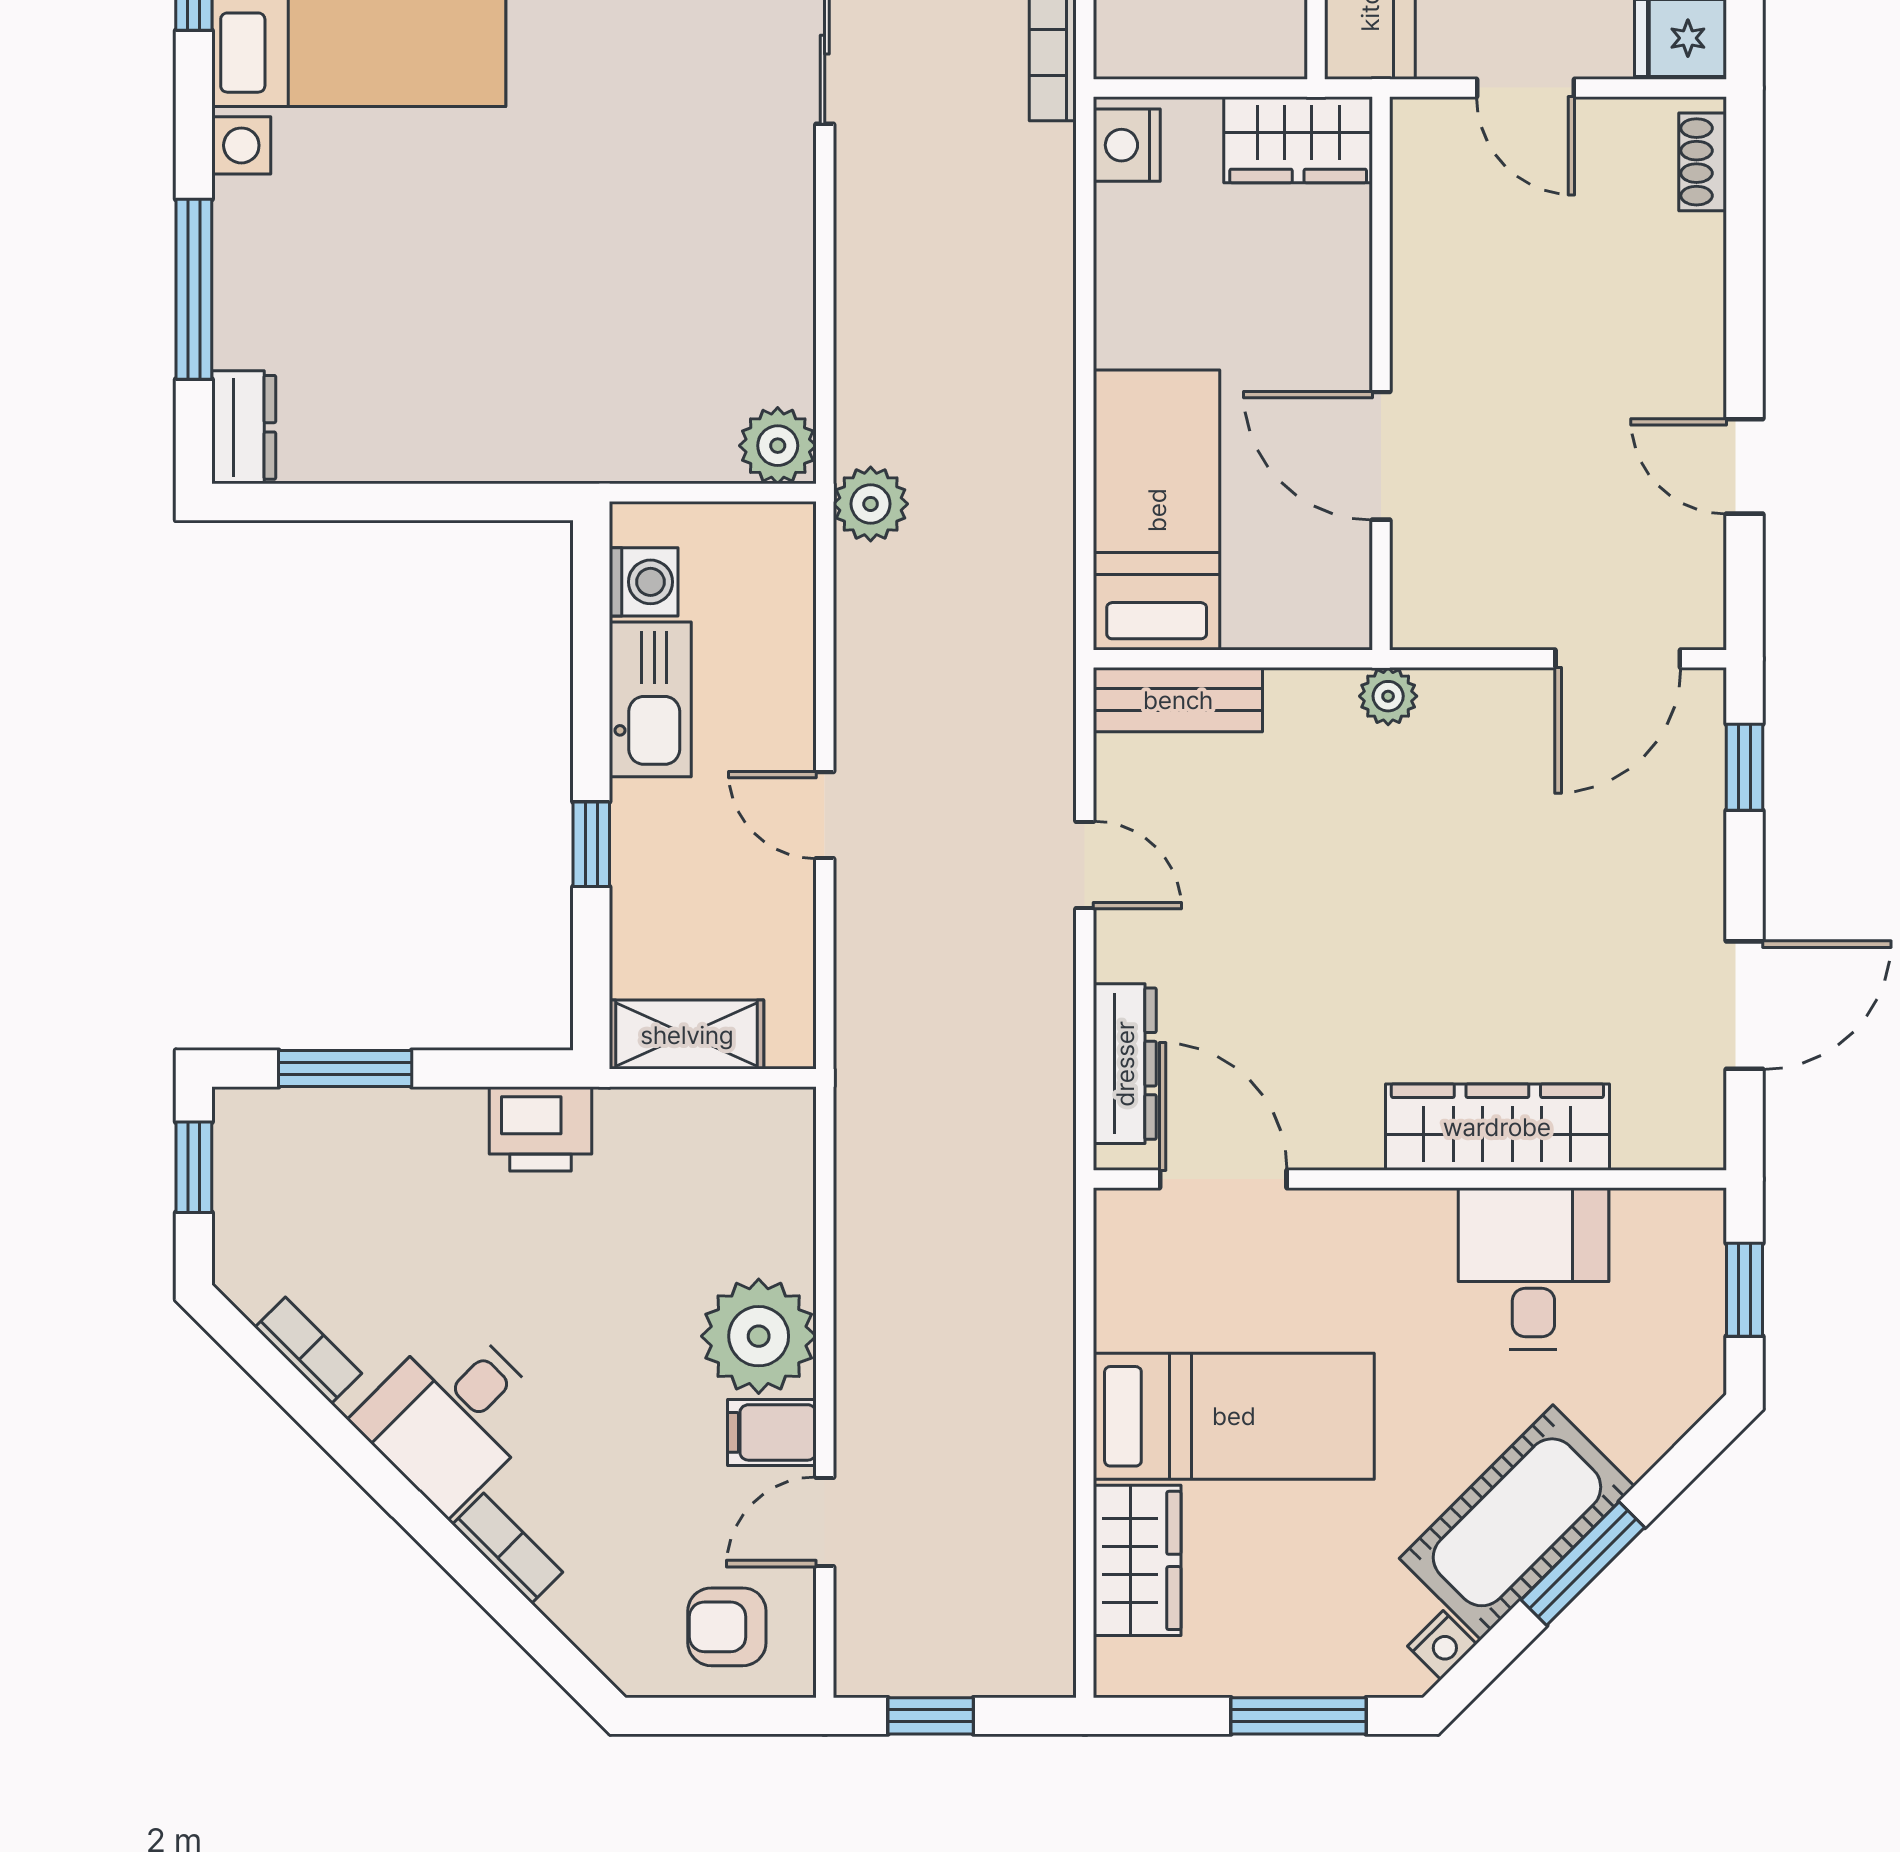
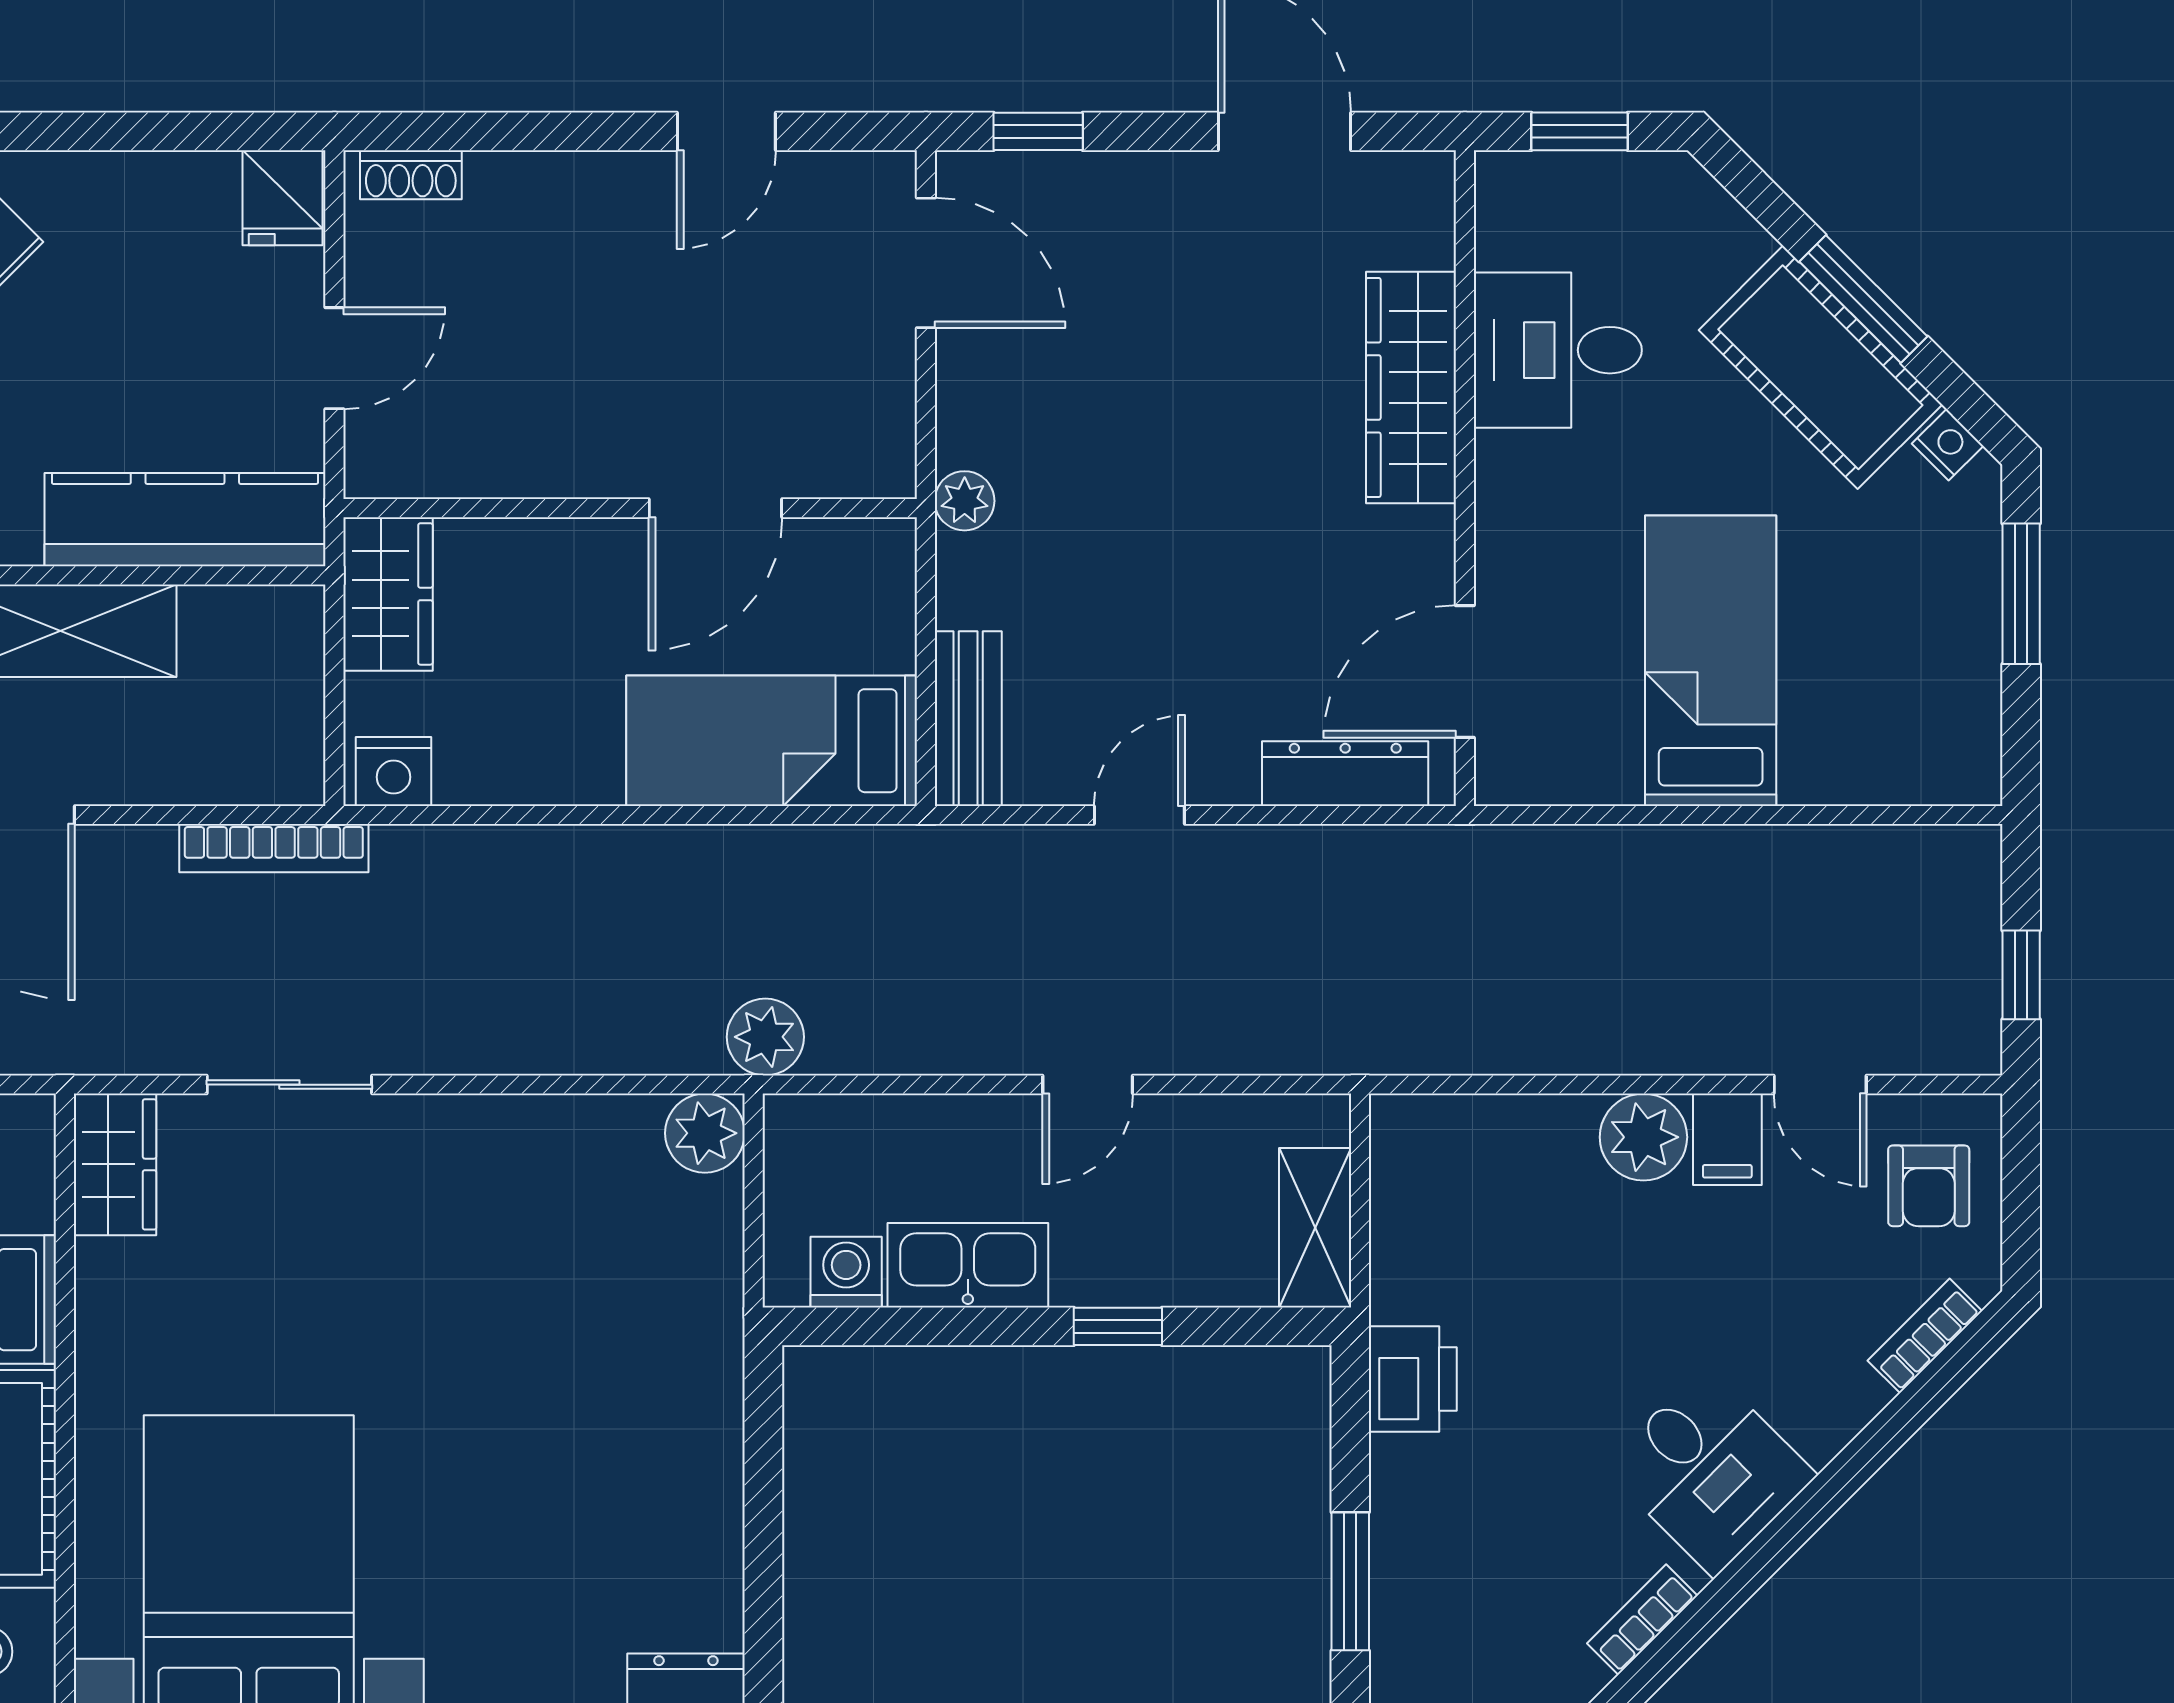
plant: (759, 1336) -> (1643, 1137), width x0.73, depth x0.73
bookcase: (507, 1548) -> (1925, 1336), moved
wardrobe: (1137, 1560) -> (1860, 761), removed

